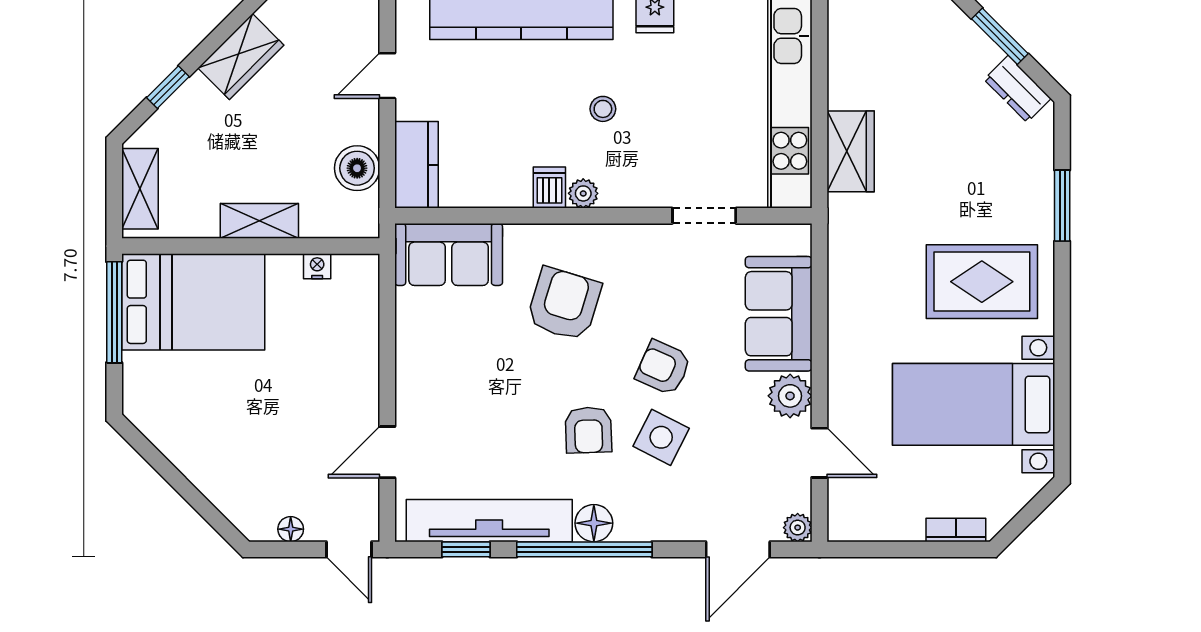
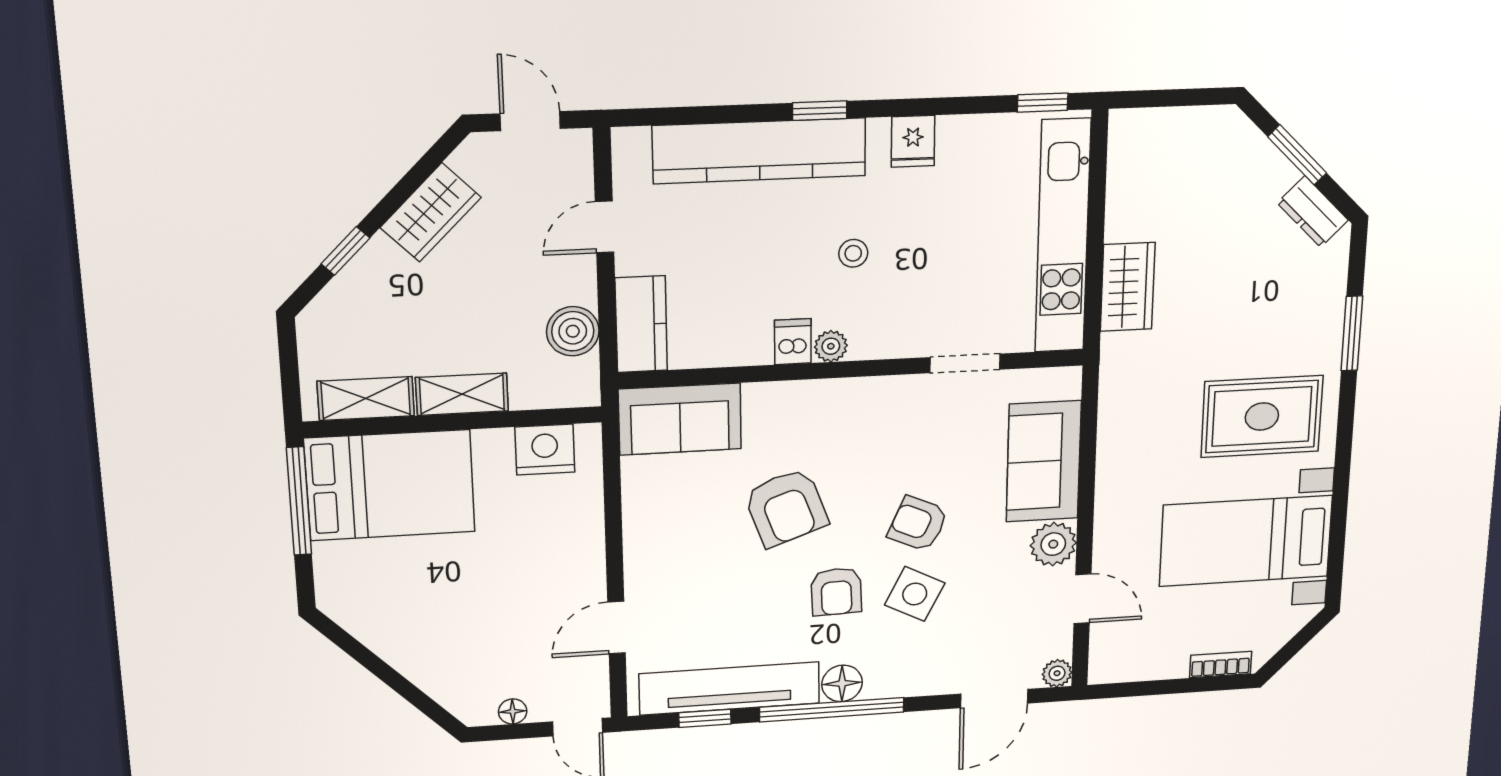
shelving: (140, 189) -> (366, 398), moved, turned 90
nightstand: (317, 266) -> (545, 450), width x1.89, depth x1.79
armchair: (564, 304) -> (786, 508), moved, turned 143

